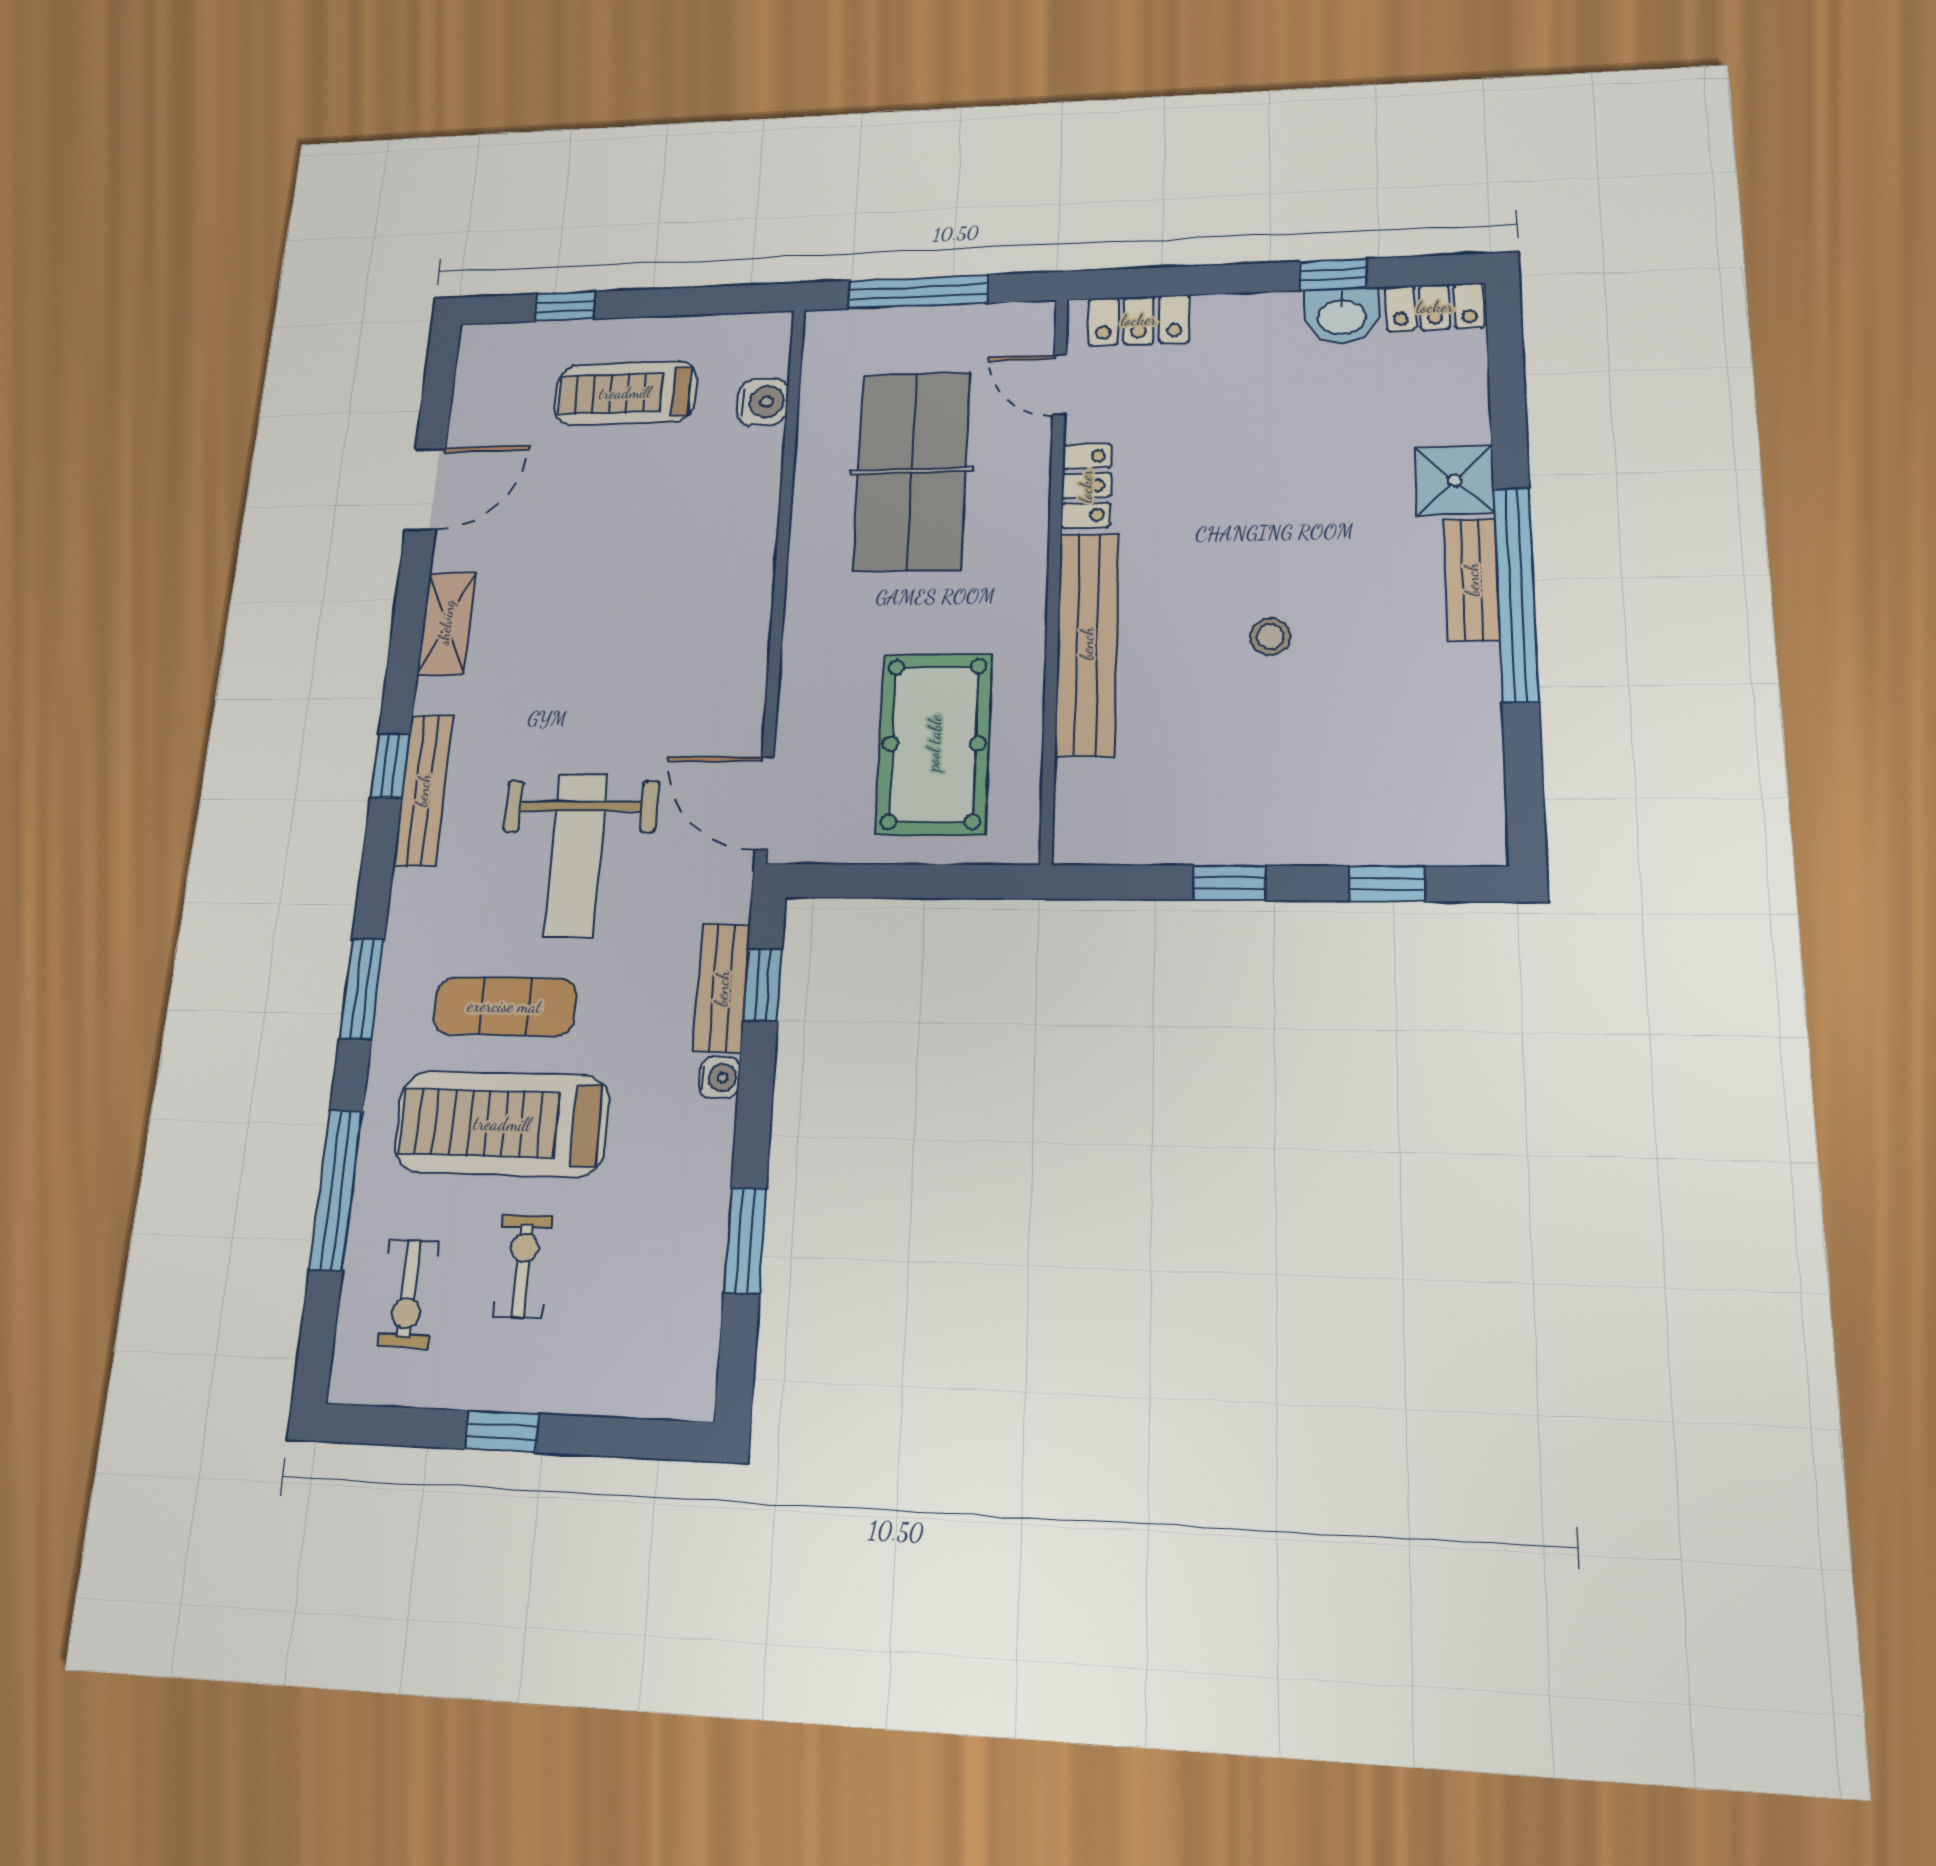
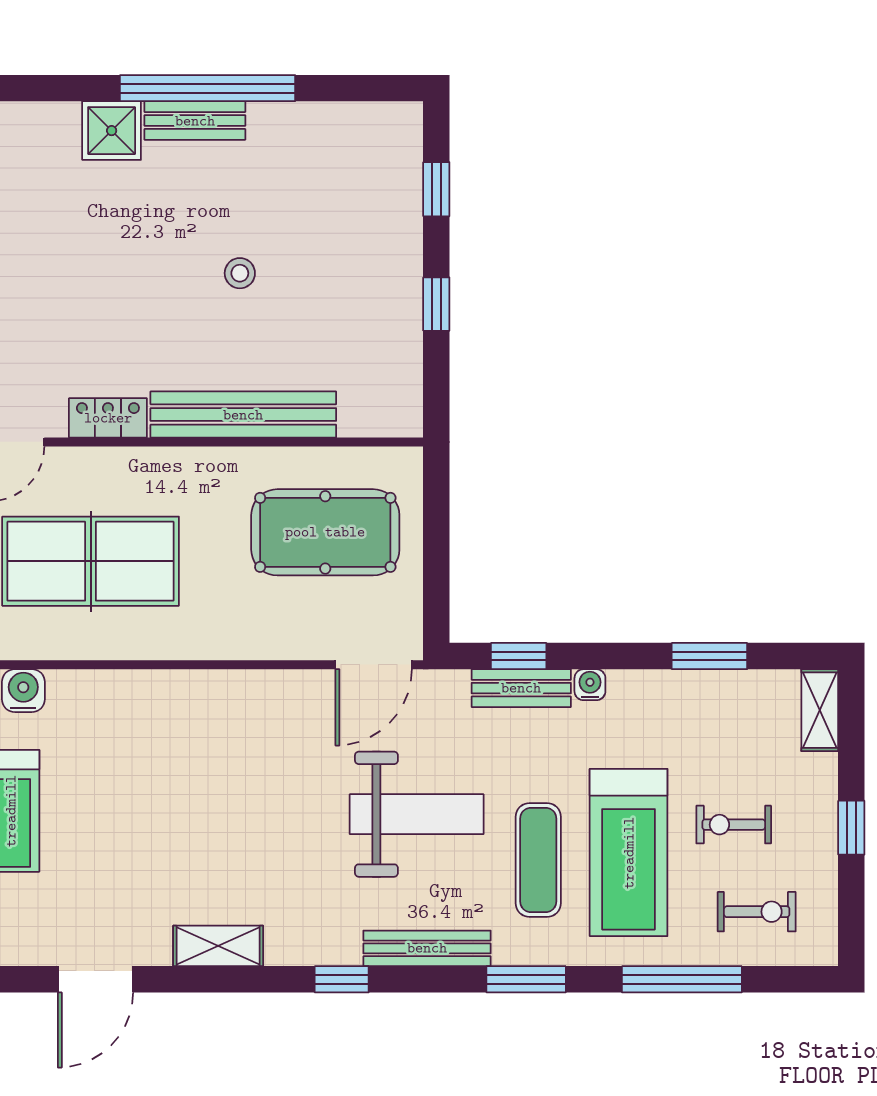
door: (425, 489) -> (95, 979), swing flipped
bench: (423, 790) -> (427, 948), moved
shelving: (662, 1394) -> (820, 710), added

